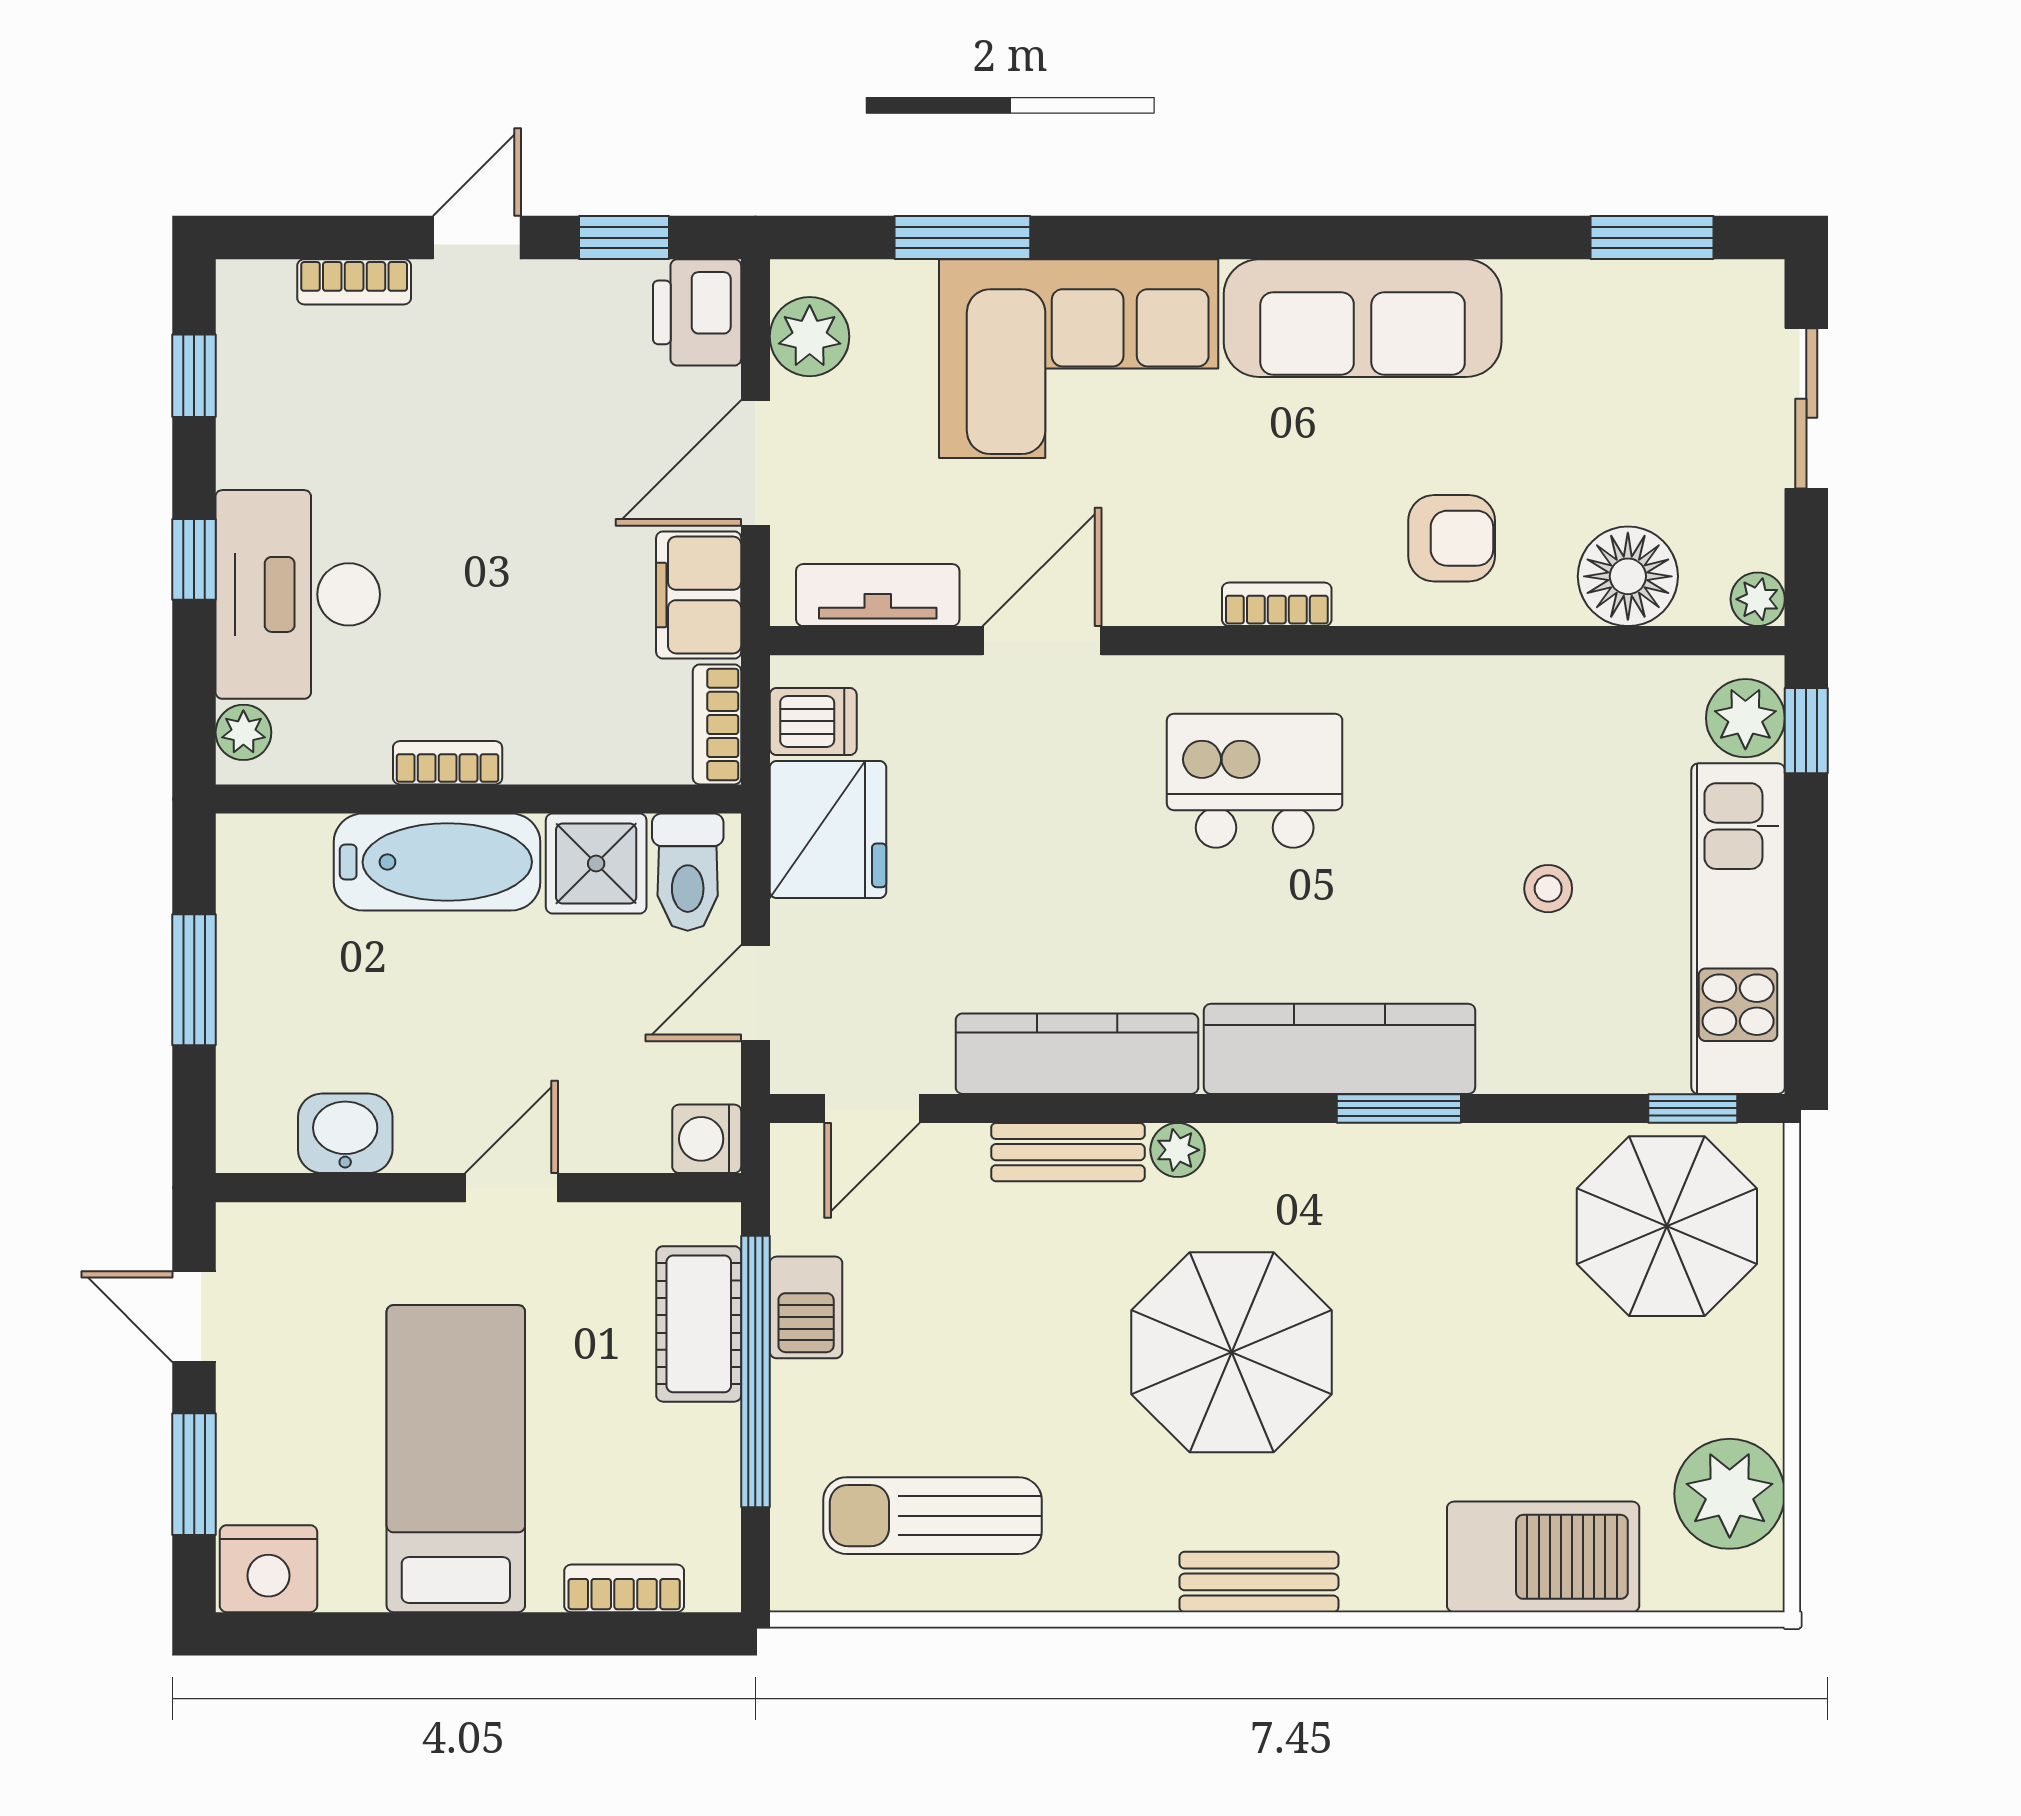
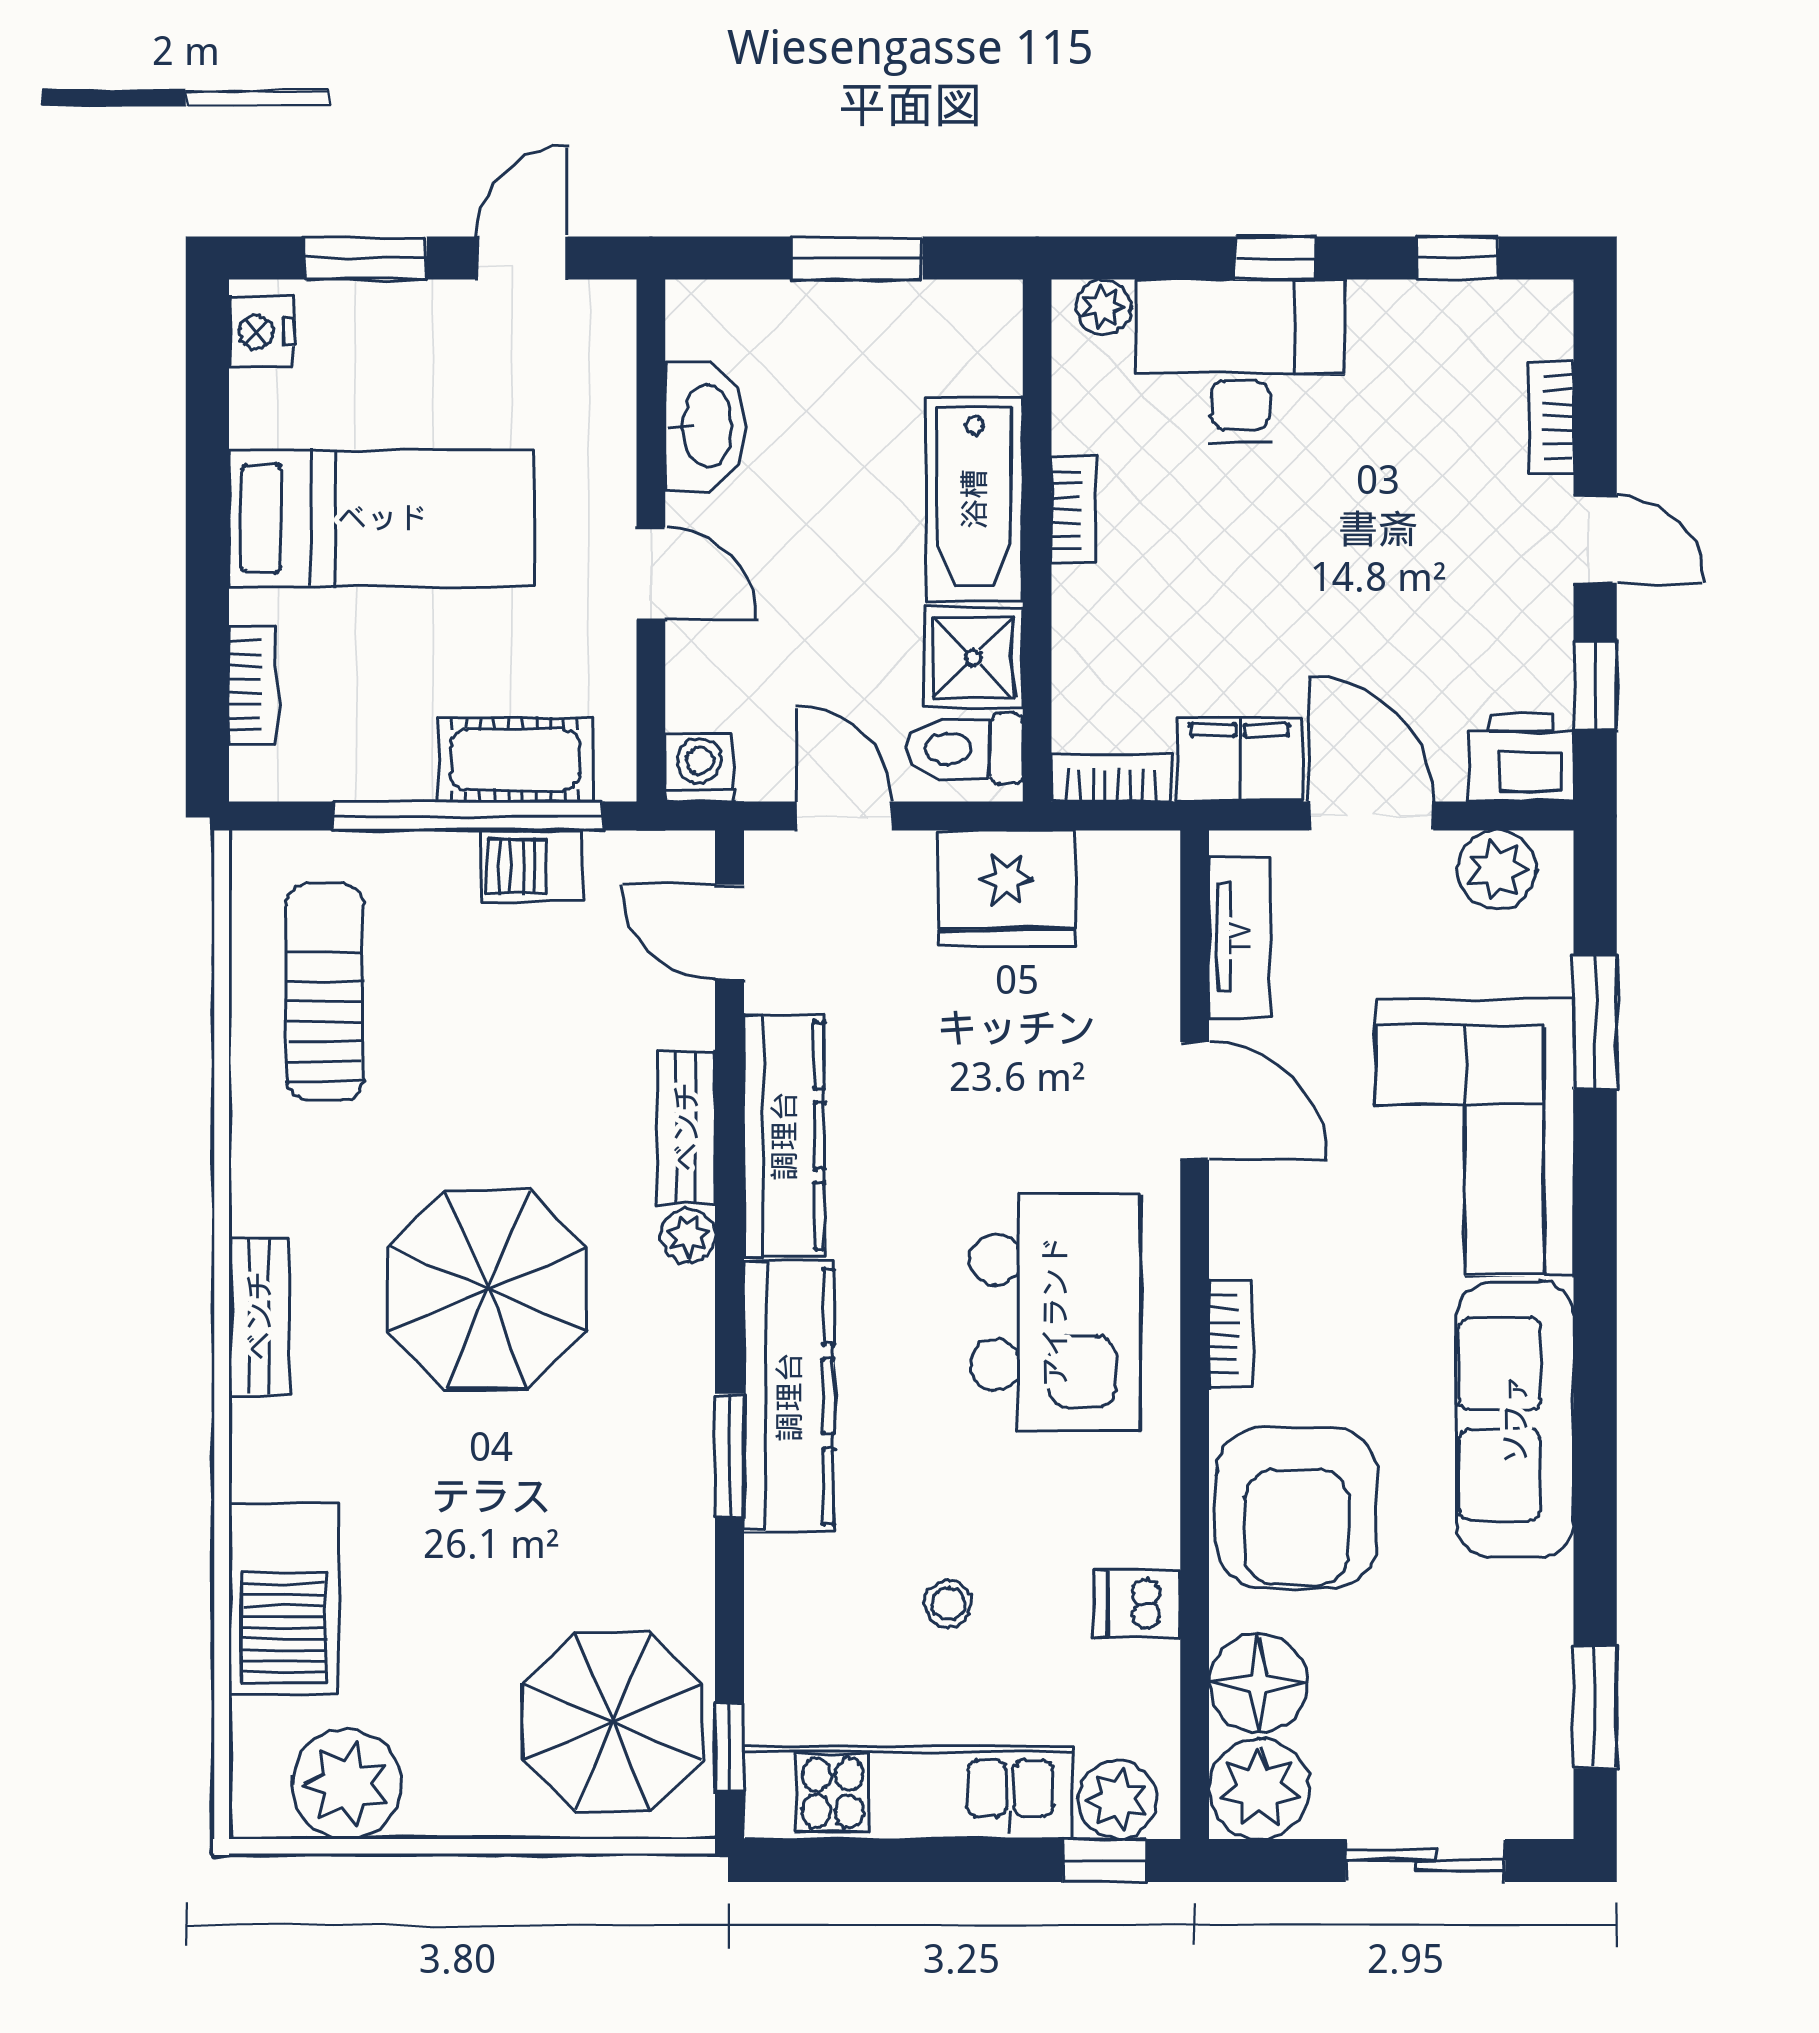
armchair: (1452, 538) -> (1296, 1508), width x1.88, depth x1.88
plant: (1758, 599) -> (1259, 1789), width x1.87, depth x1.87
dishwasher: (813, 721) -> (1137, 1604), moved, turned 90
kitchen island: (1255, 781) -> (1055, 1312), width x1.37, depth x1.28
washbasin: (345, 1133) -> (705, 426), width x1.38
nightstand: (268, 1569) -> (261, 332), width x0.74, depth x0.75

